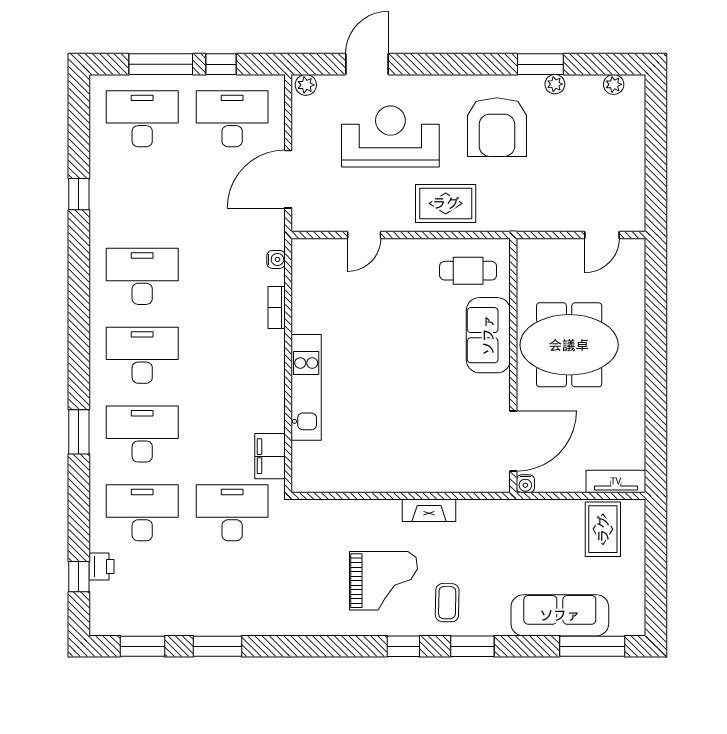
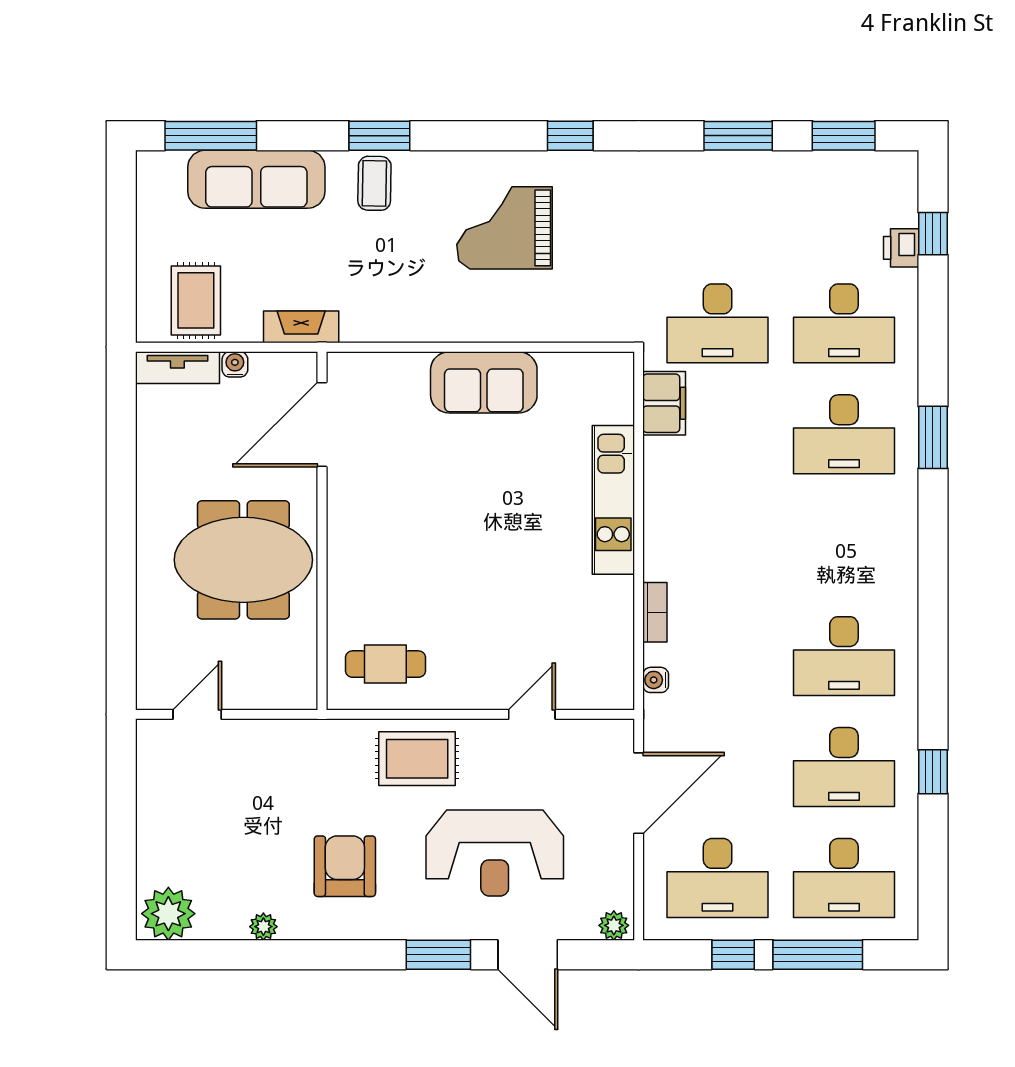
door: (367, 64) -> (528, 955), hinge flipped
window: (540, 64) -> (438, 955), moved
plant: (614, 84) -> (168, 914), width x1.88, depth x1.88
armchair: (497, 127) -> (345, 866), width x0.73, depth x0.73
sofa: (488, 335) -> (484, 382), moved, turned 90
desk: (142, 355) -> (844, 767), moved
water cooler: (525, 484) -> (235, 364), moved
fireplace: (429, 510) -> (301, 327), moved
coffee table: (447, 603) -> (374, 183), moved
window: (403, 646) -> (570, 136), moved

